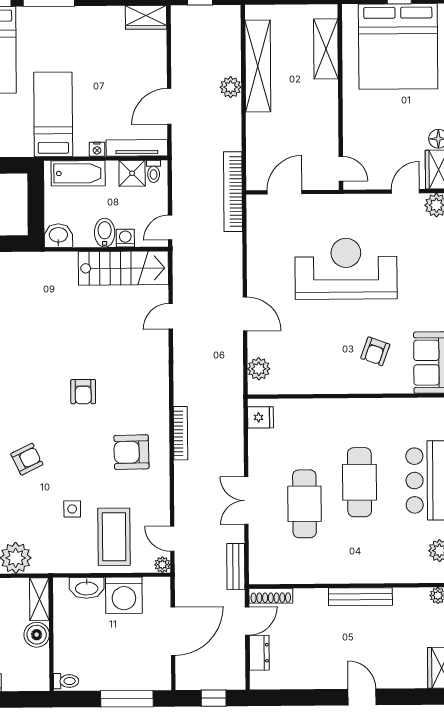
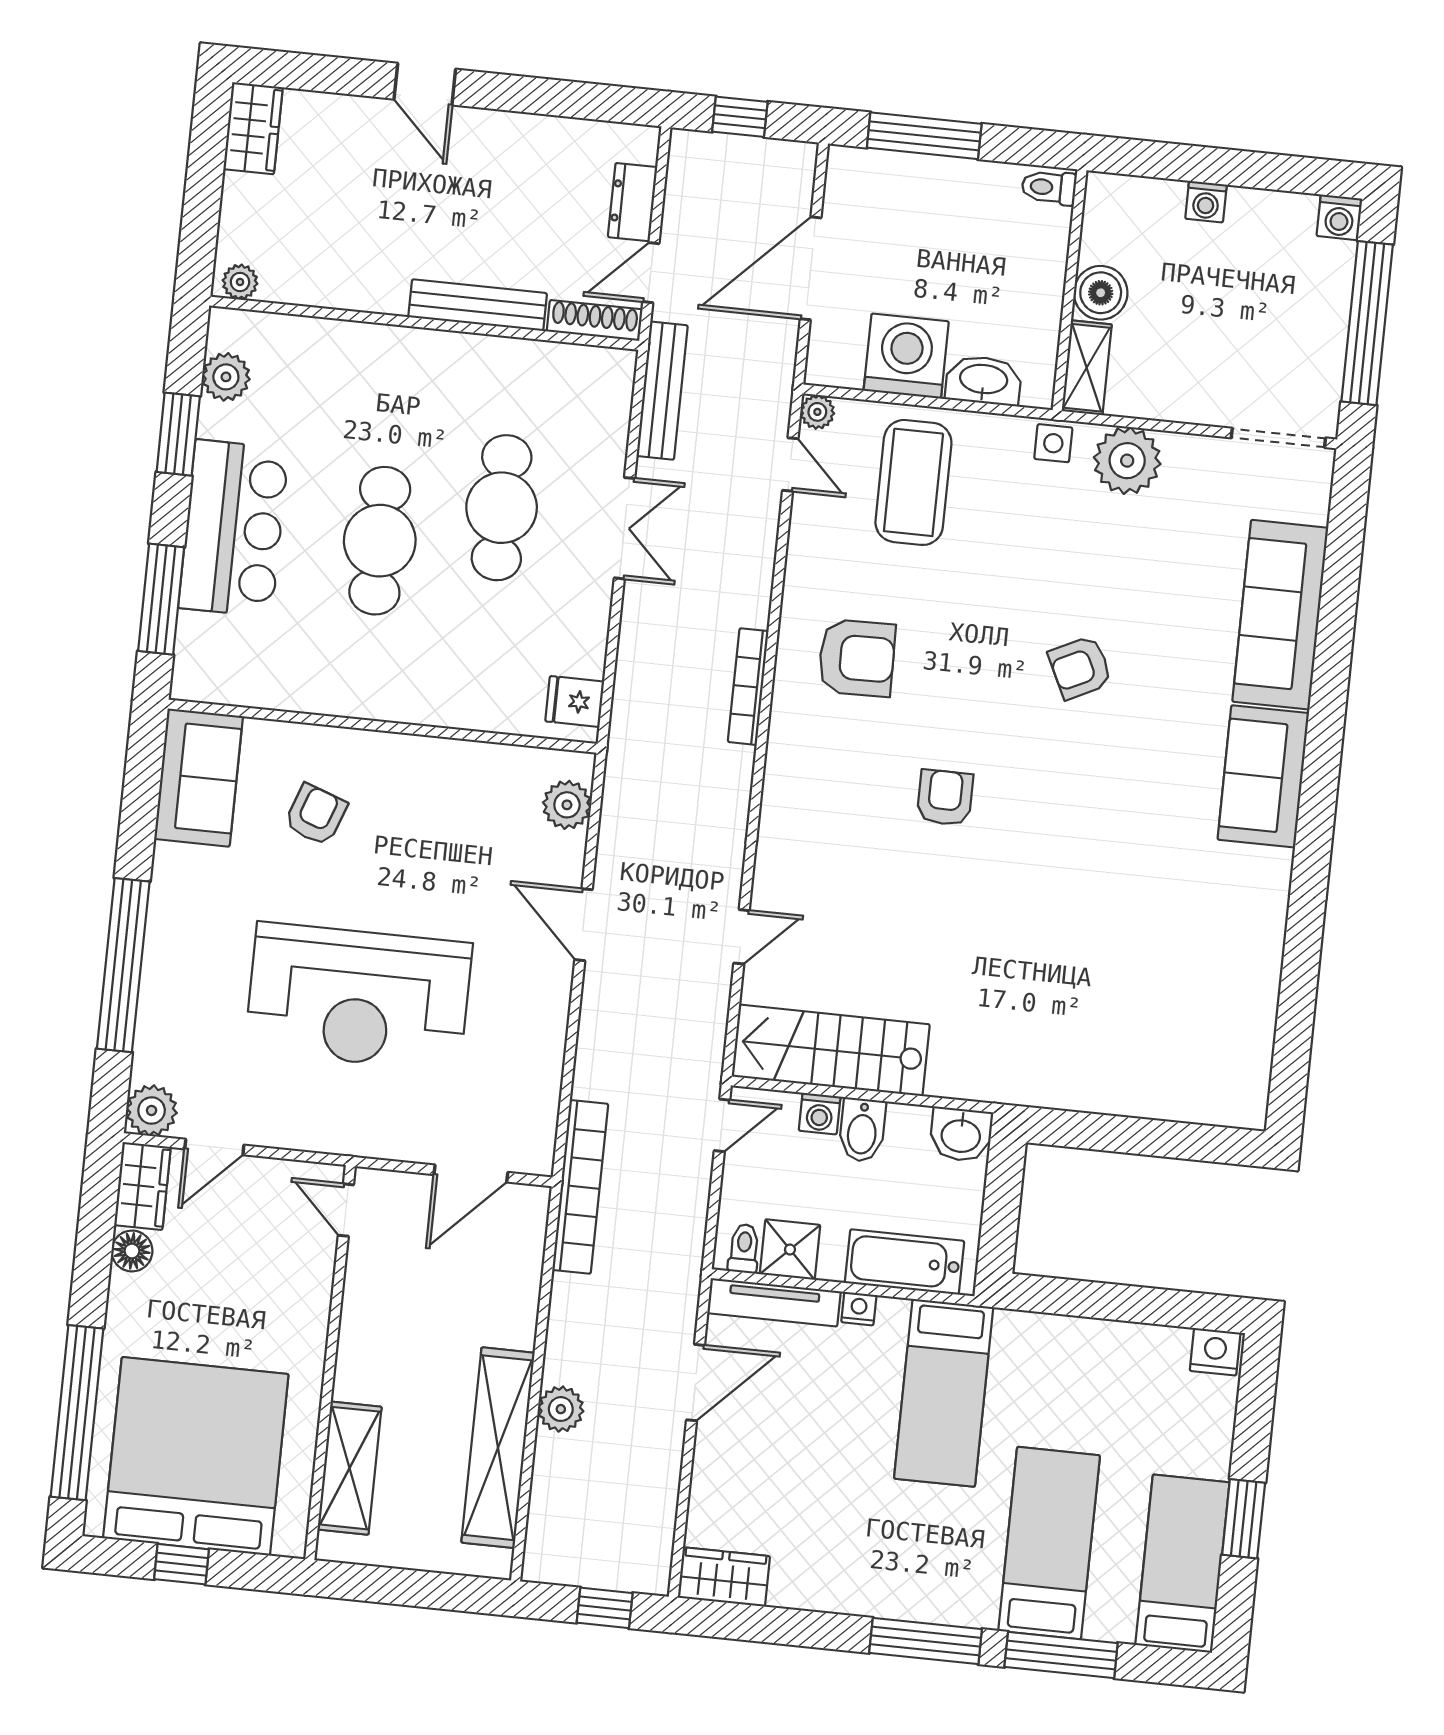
side table: (72, 509) -> (1053, 443), moved
bench: (236, 567) -> (662, 391), width x1.36
bench: (360, 597) -> (478, 305), moved

